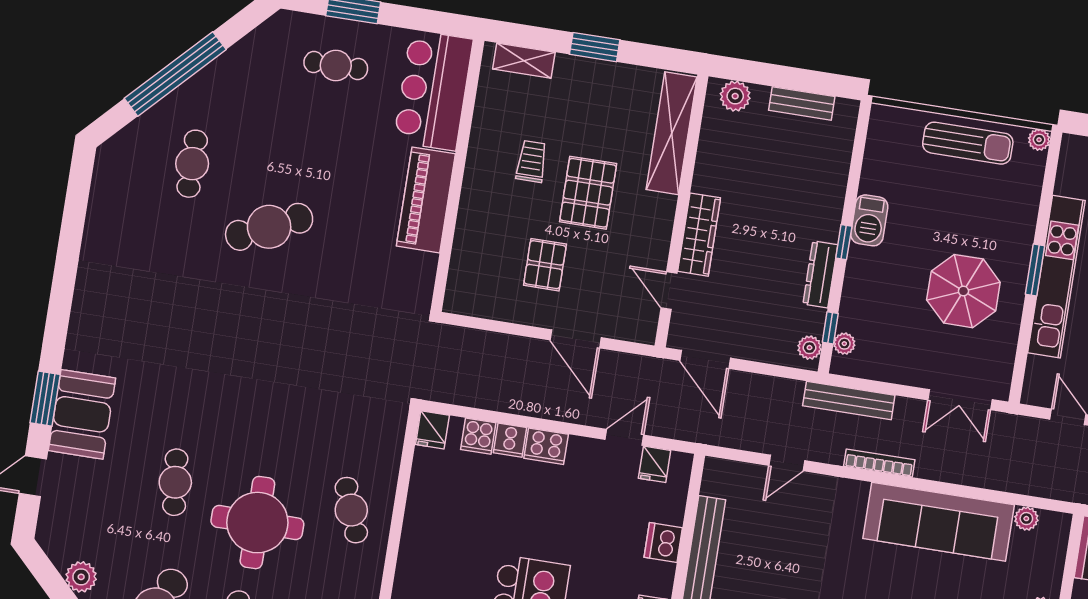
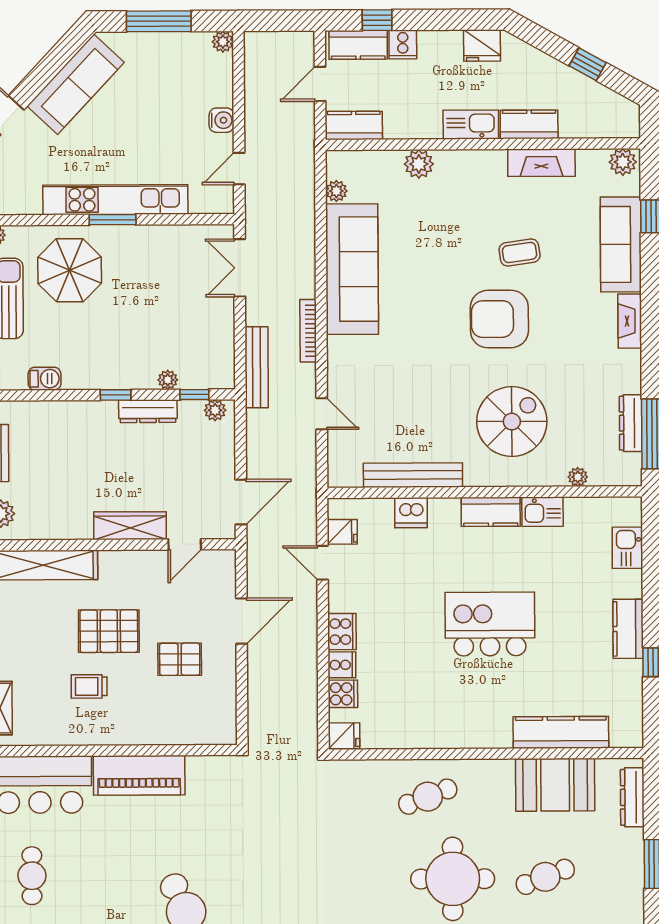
barbecue: (869, 220) -> (45, 379), moved, width x0.73, depth x0.79
parasol: (963, 291) -> (70, 270), moved
plant: (844, 344) -> (168, 380), moved
double door: (960, 400) -> (240, 268), swing flipped

